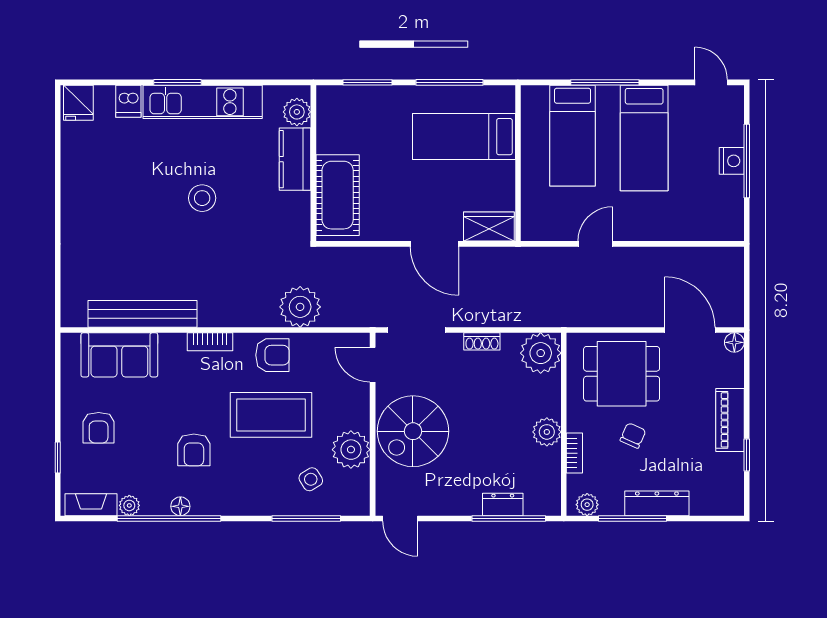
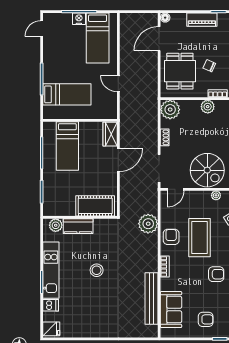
bed: (644, 138) -> (98, 38), moved, turned 90
plant: (351, 450) -> (216, 195), width x0.53, depth x0.53

